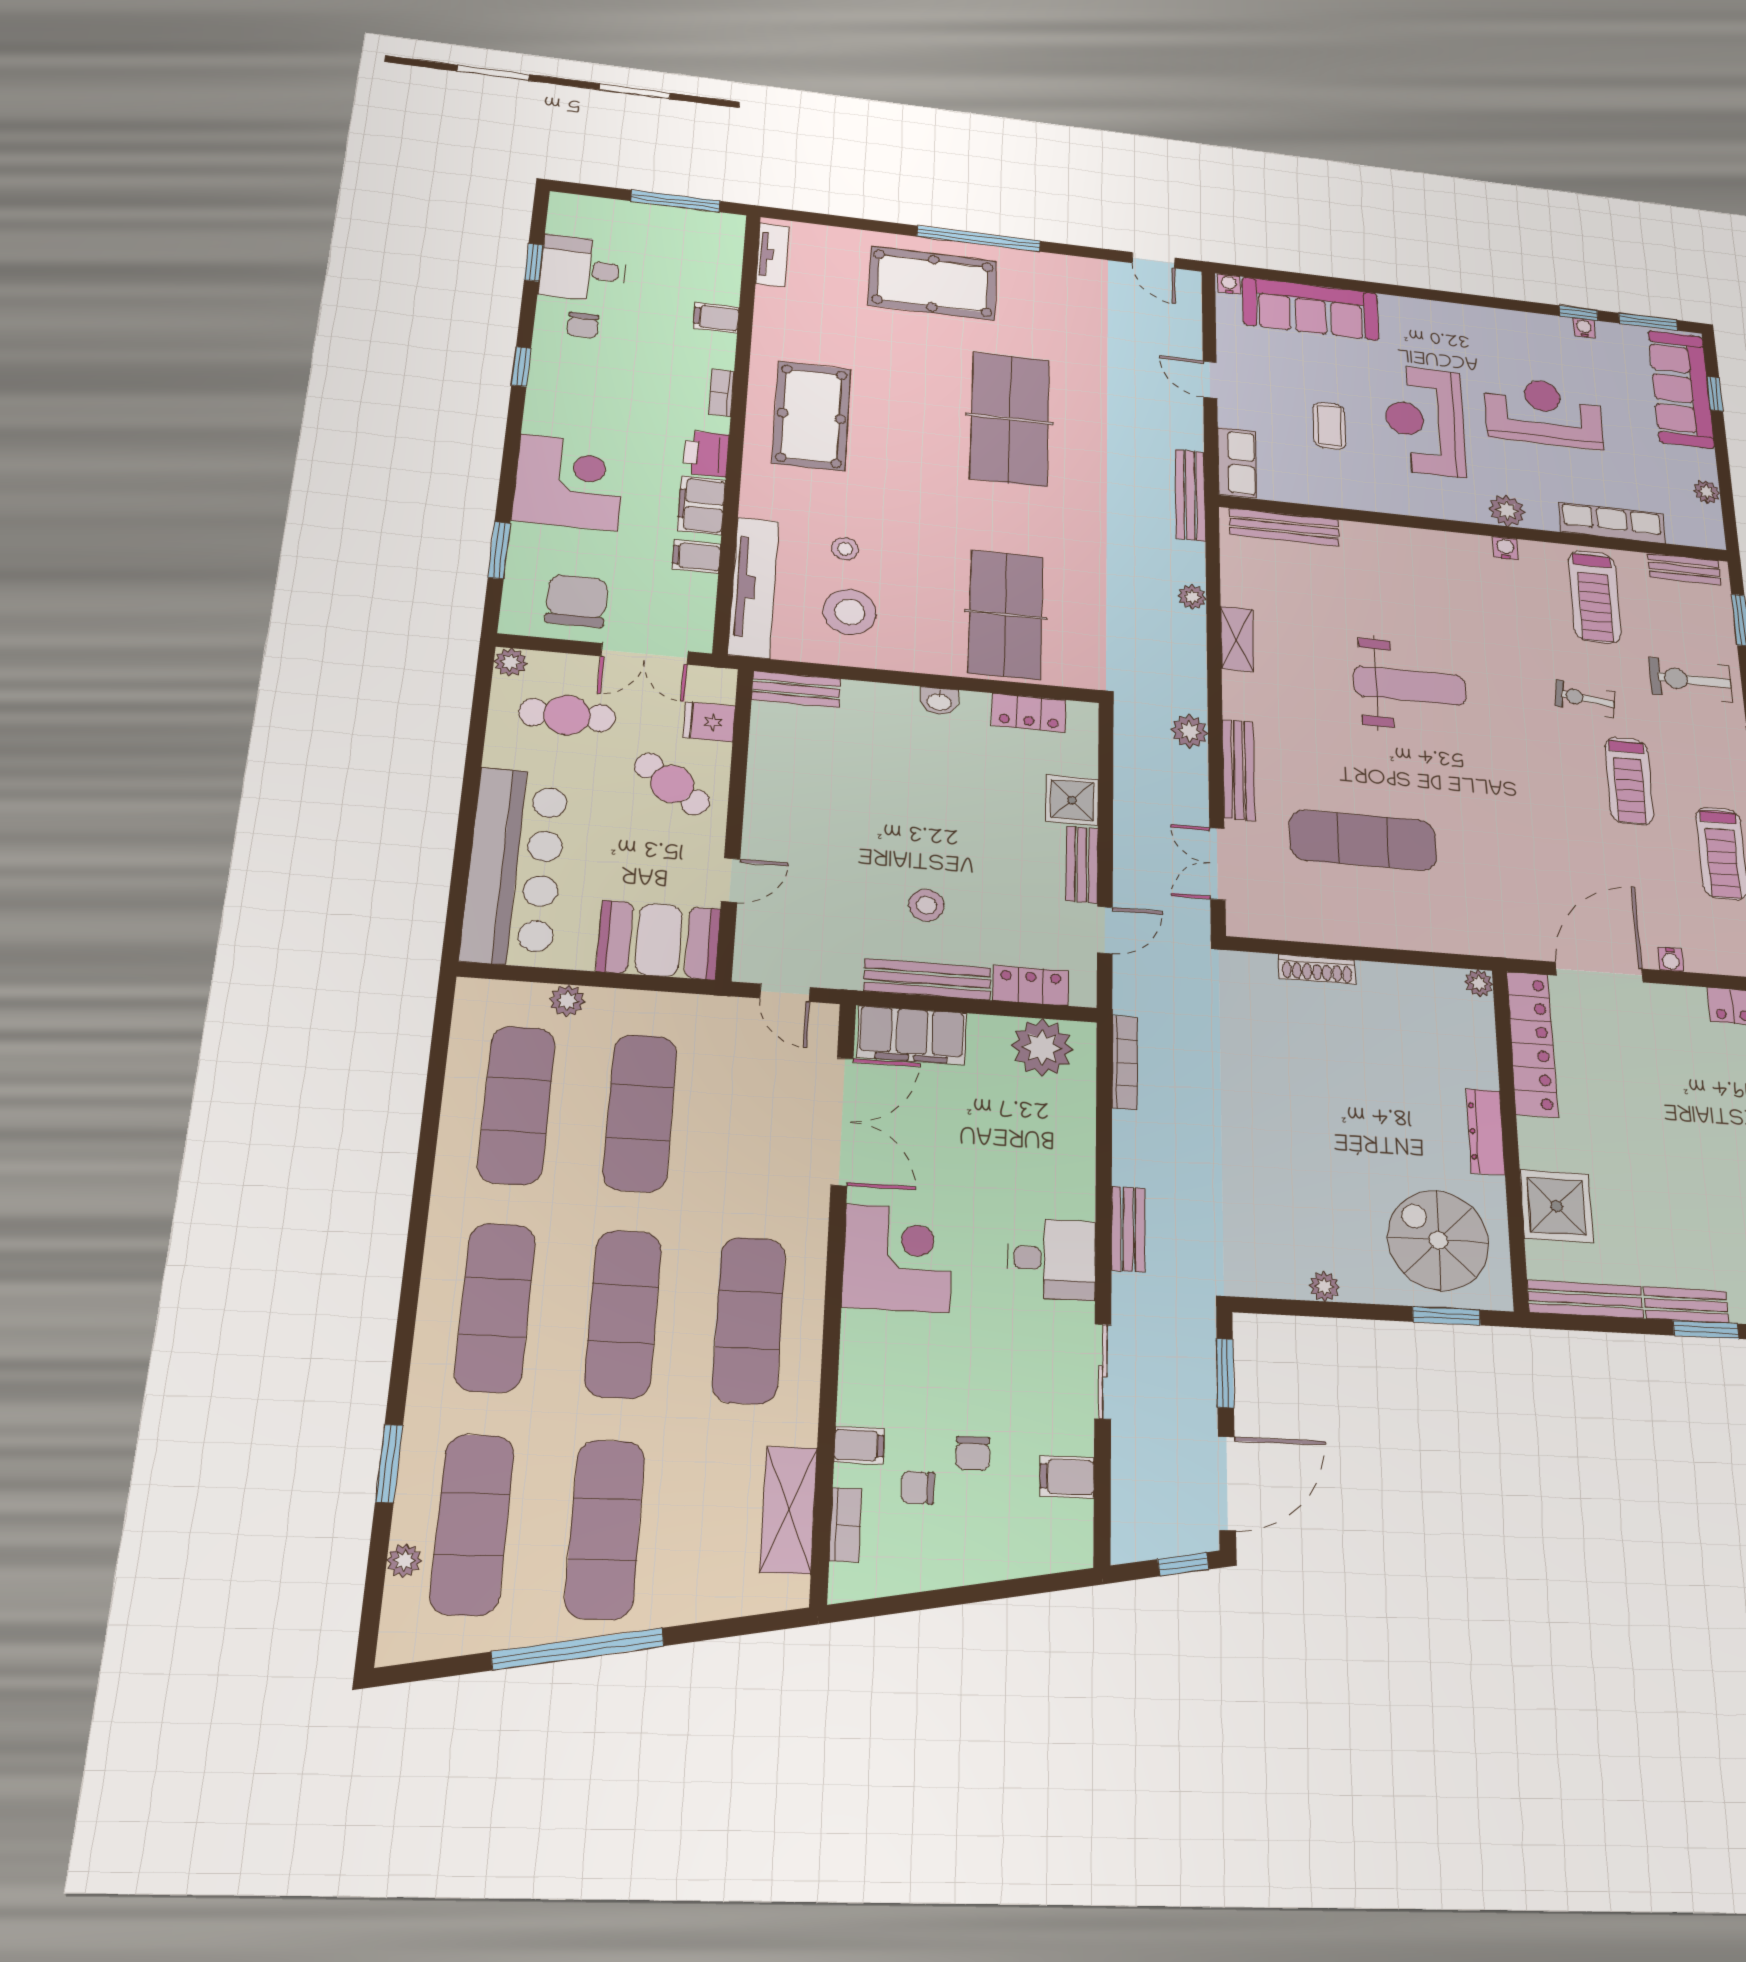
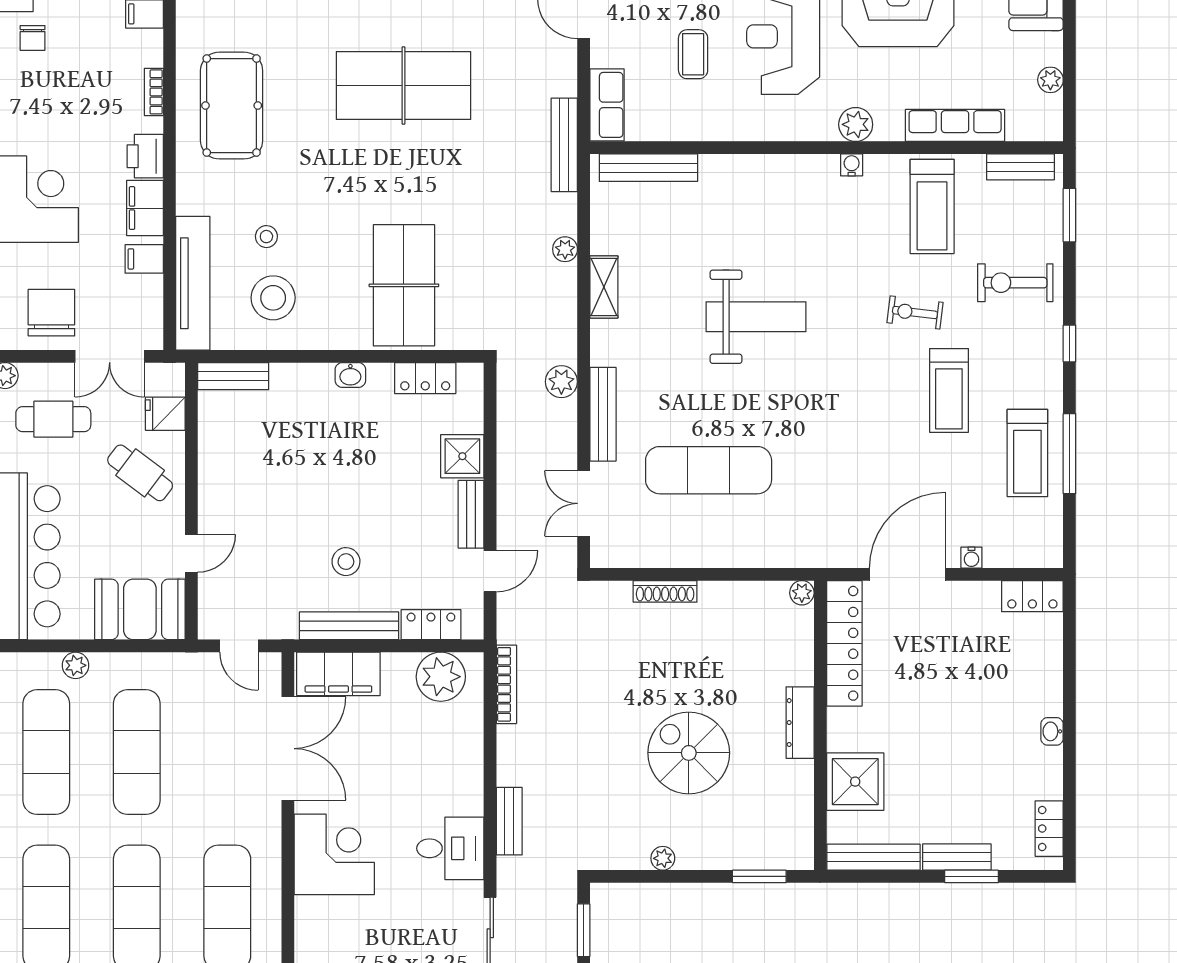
table tennis table: (1010, 419) -> (404, 86), turned 90
spiral stairs: (1438, 1240) -> (689, 753), moved

